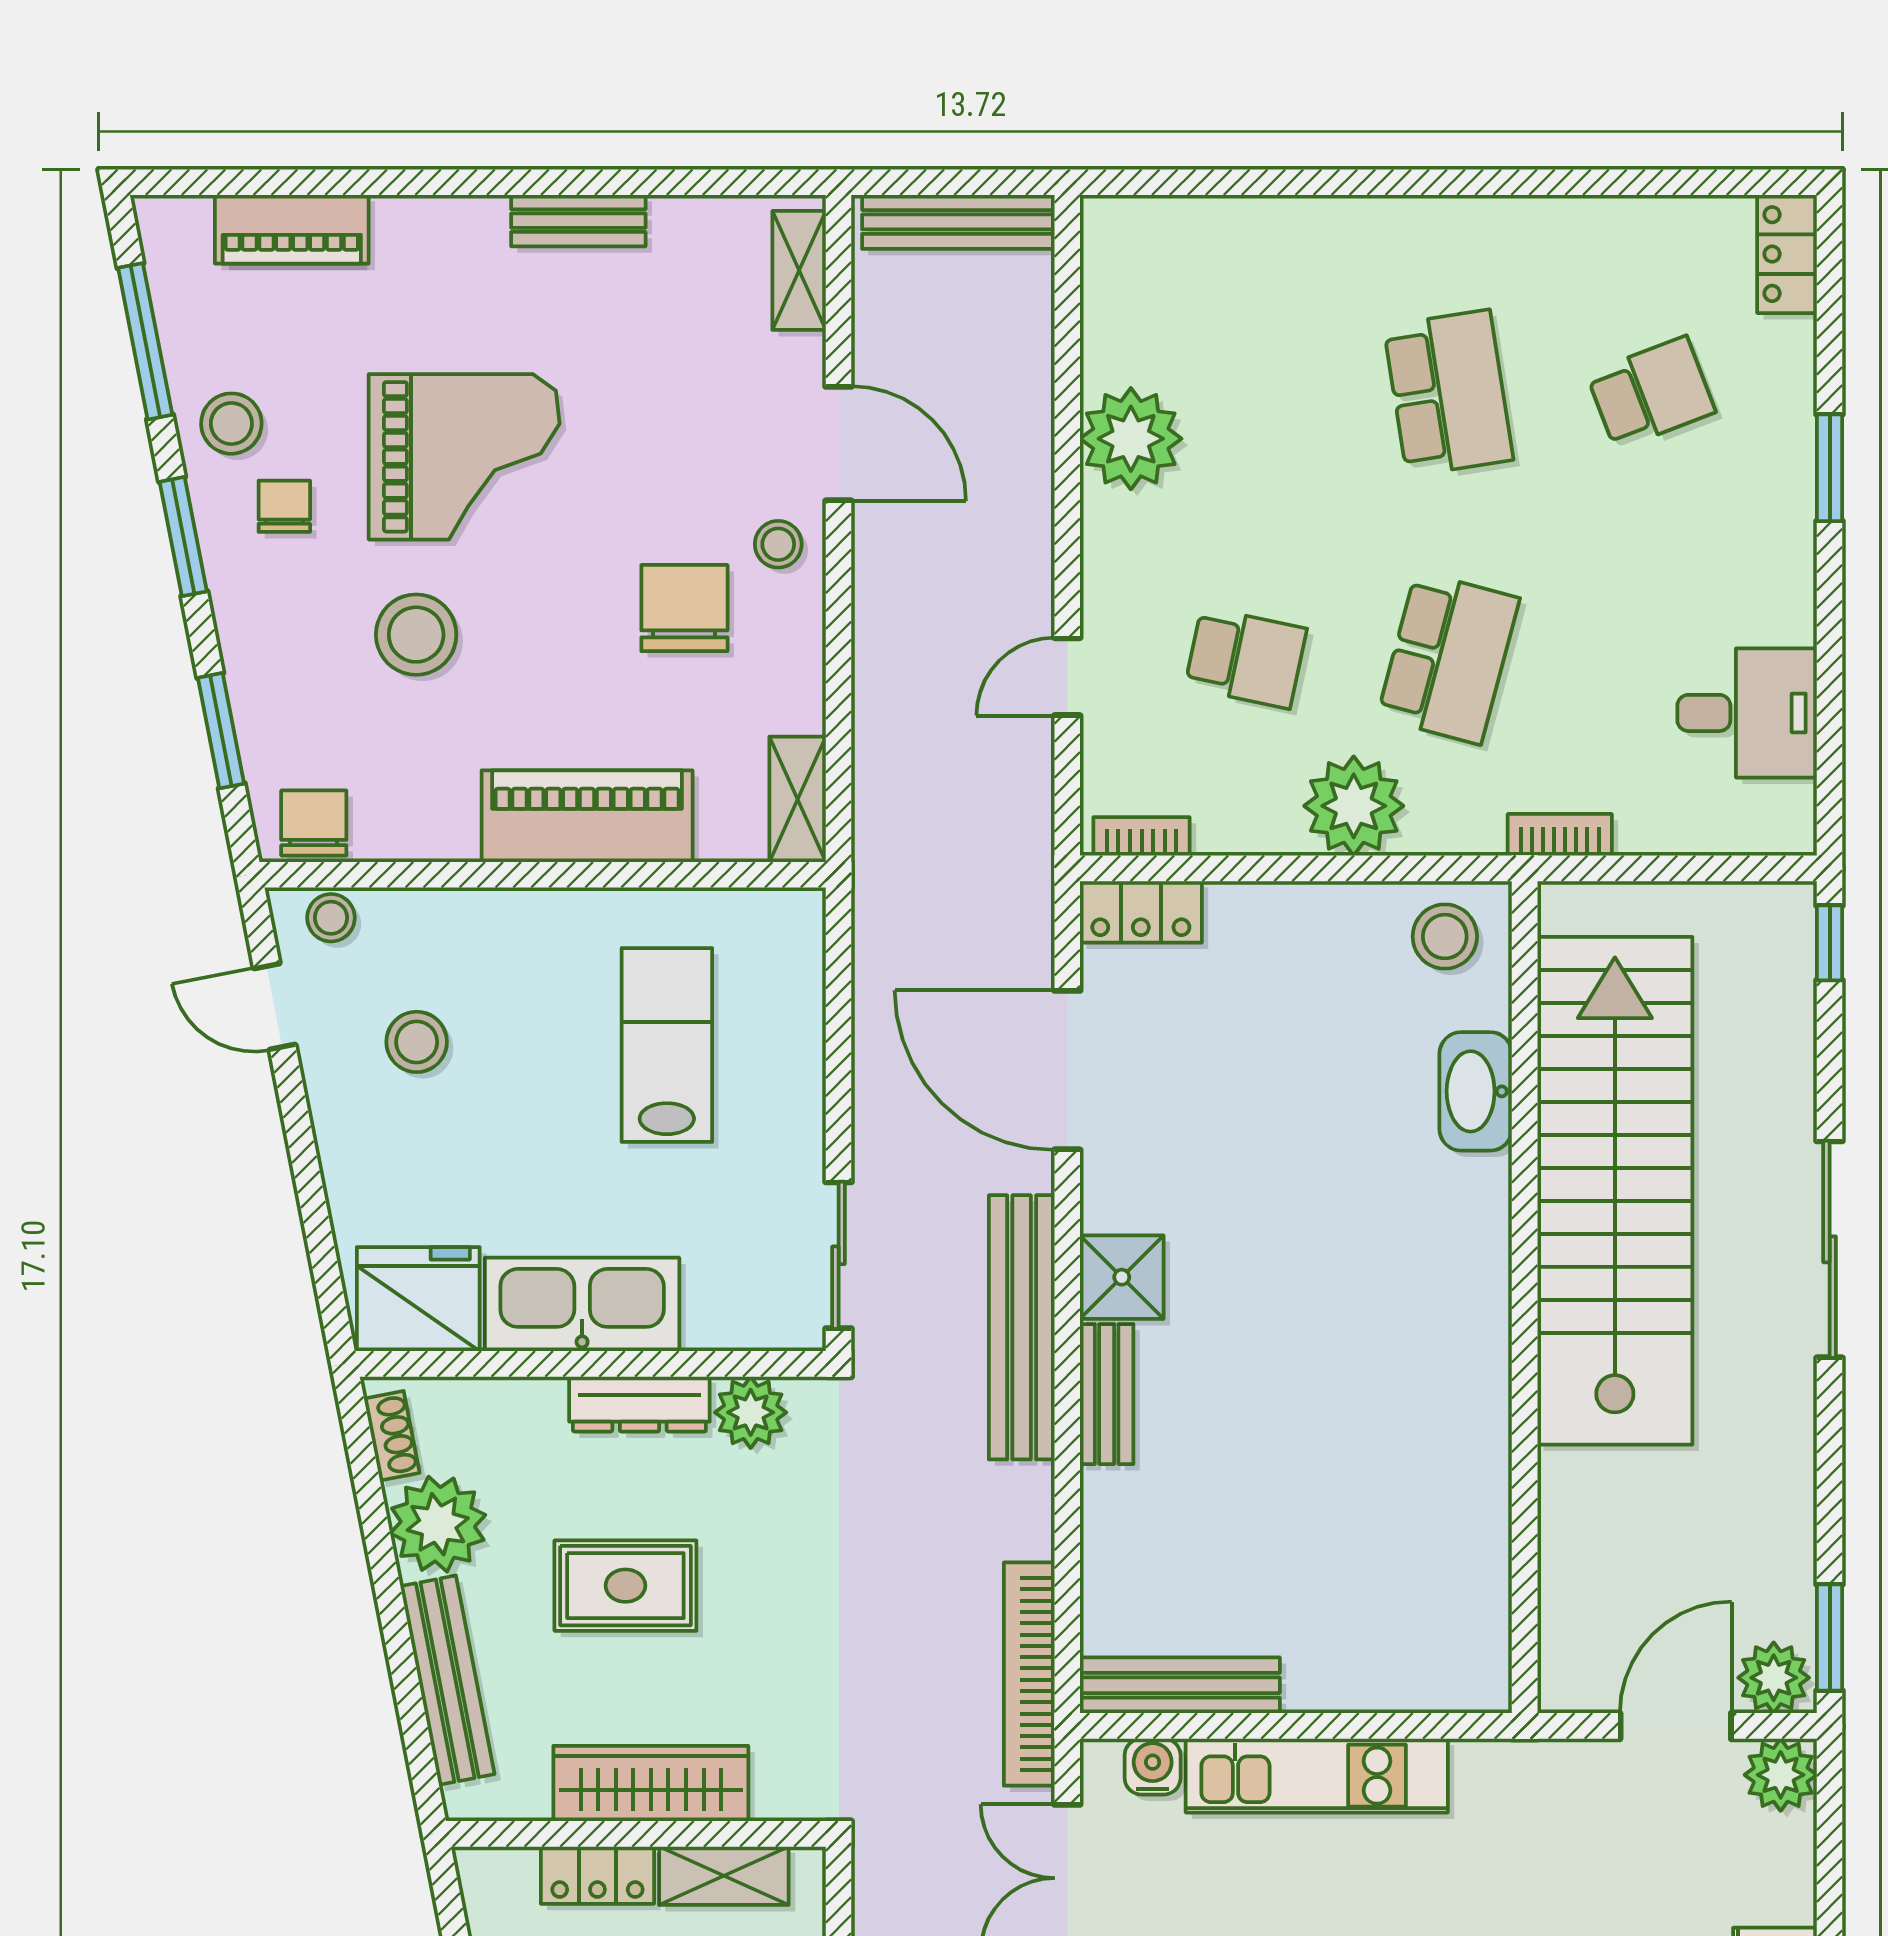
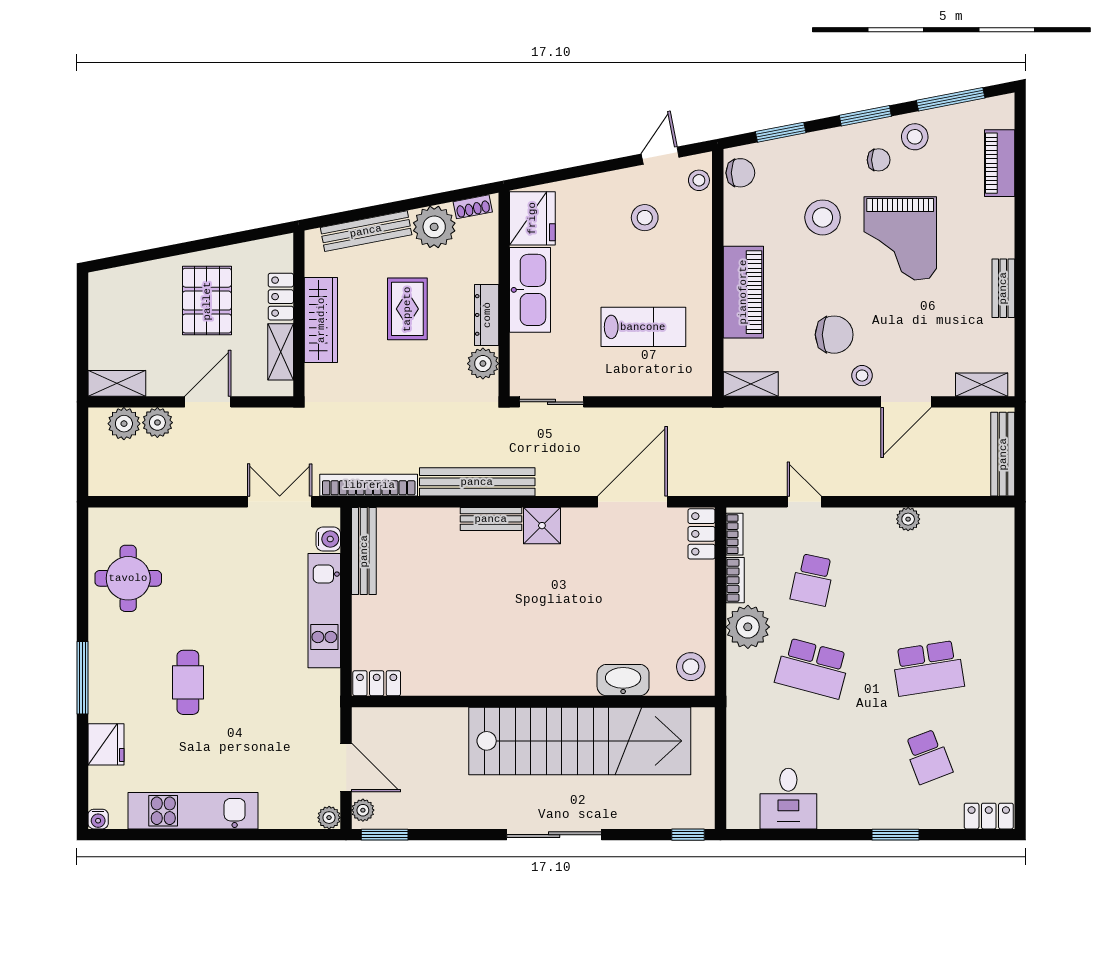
plant: (1131, 439) -> (908, 519), width x0.53, depth x0.53
bookcase: (1560, 835) -> (735, 580), moved
bench: (1022, 1327) -> (477, 482), moved
locker: (1483, 1656) -> (377, 683), added
plant: (1774, 1678) -> (363, 810), width x0.73, depth x0.73
plant: (1781, 1775) -> (329, 818), width x0.73, depth x0.73

